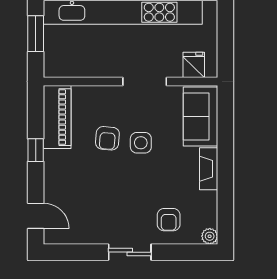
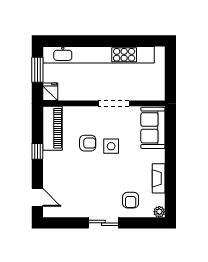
fridge: (194, 65) -> (50, 92), moved
armchair: (107, 138) -> (88, 143), turned -95
fireplace: (209, 169) -> (159, 178), moved

